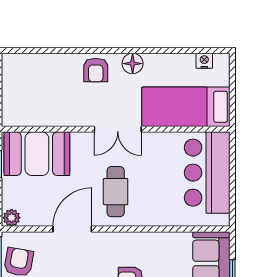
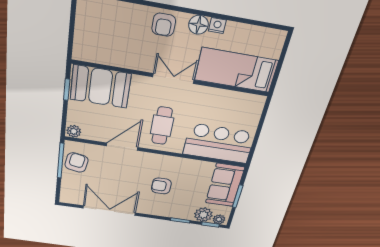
nightstand: (204, 61) -> (217, 26), moved
double door: (118, 129) -> (173, 79), swing flipped
bar counter: (207, 173) -> (219, 143), moved, turned 90

